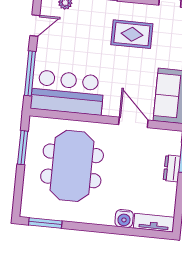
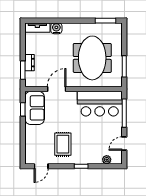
rug: (132, 34) -> (63, 144), turned 90
door: (133, 122) -> (57, 89), swing flipped

